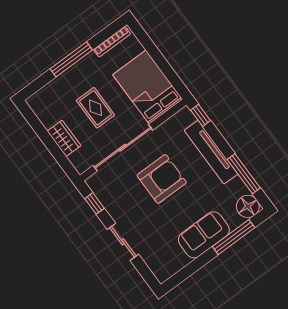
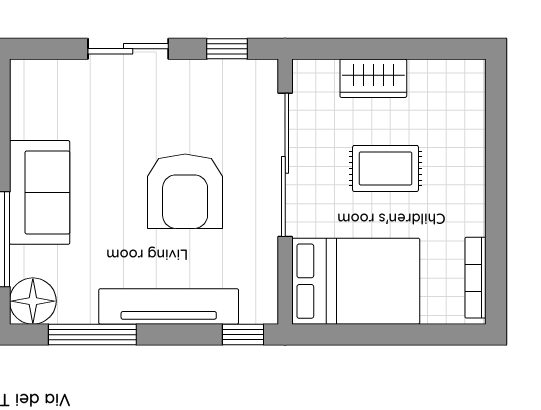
window: (71, 59) -> (496, 188), removed

